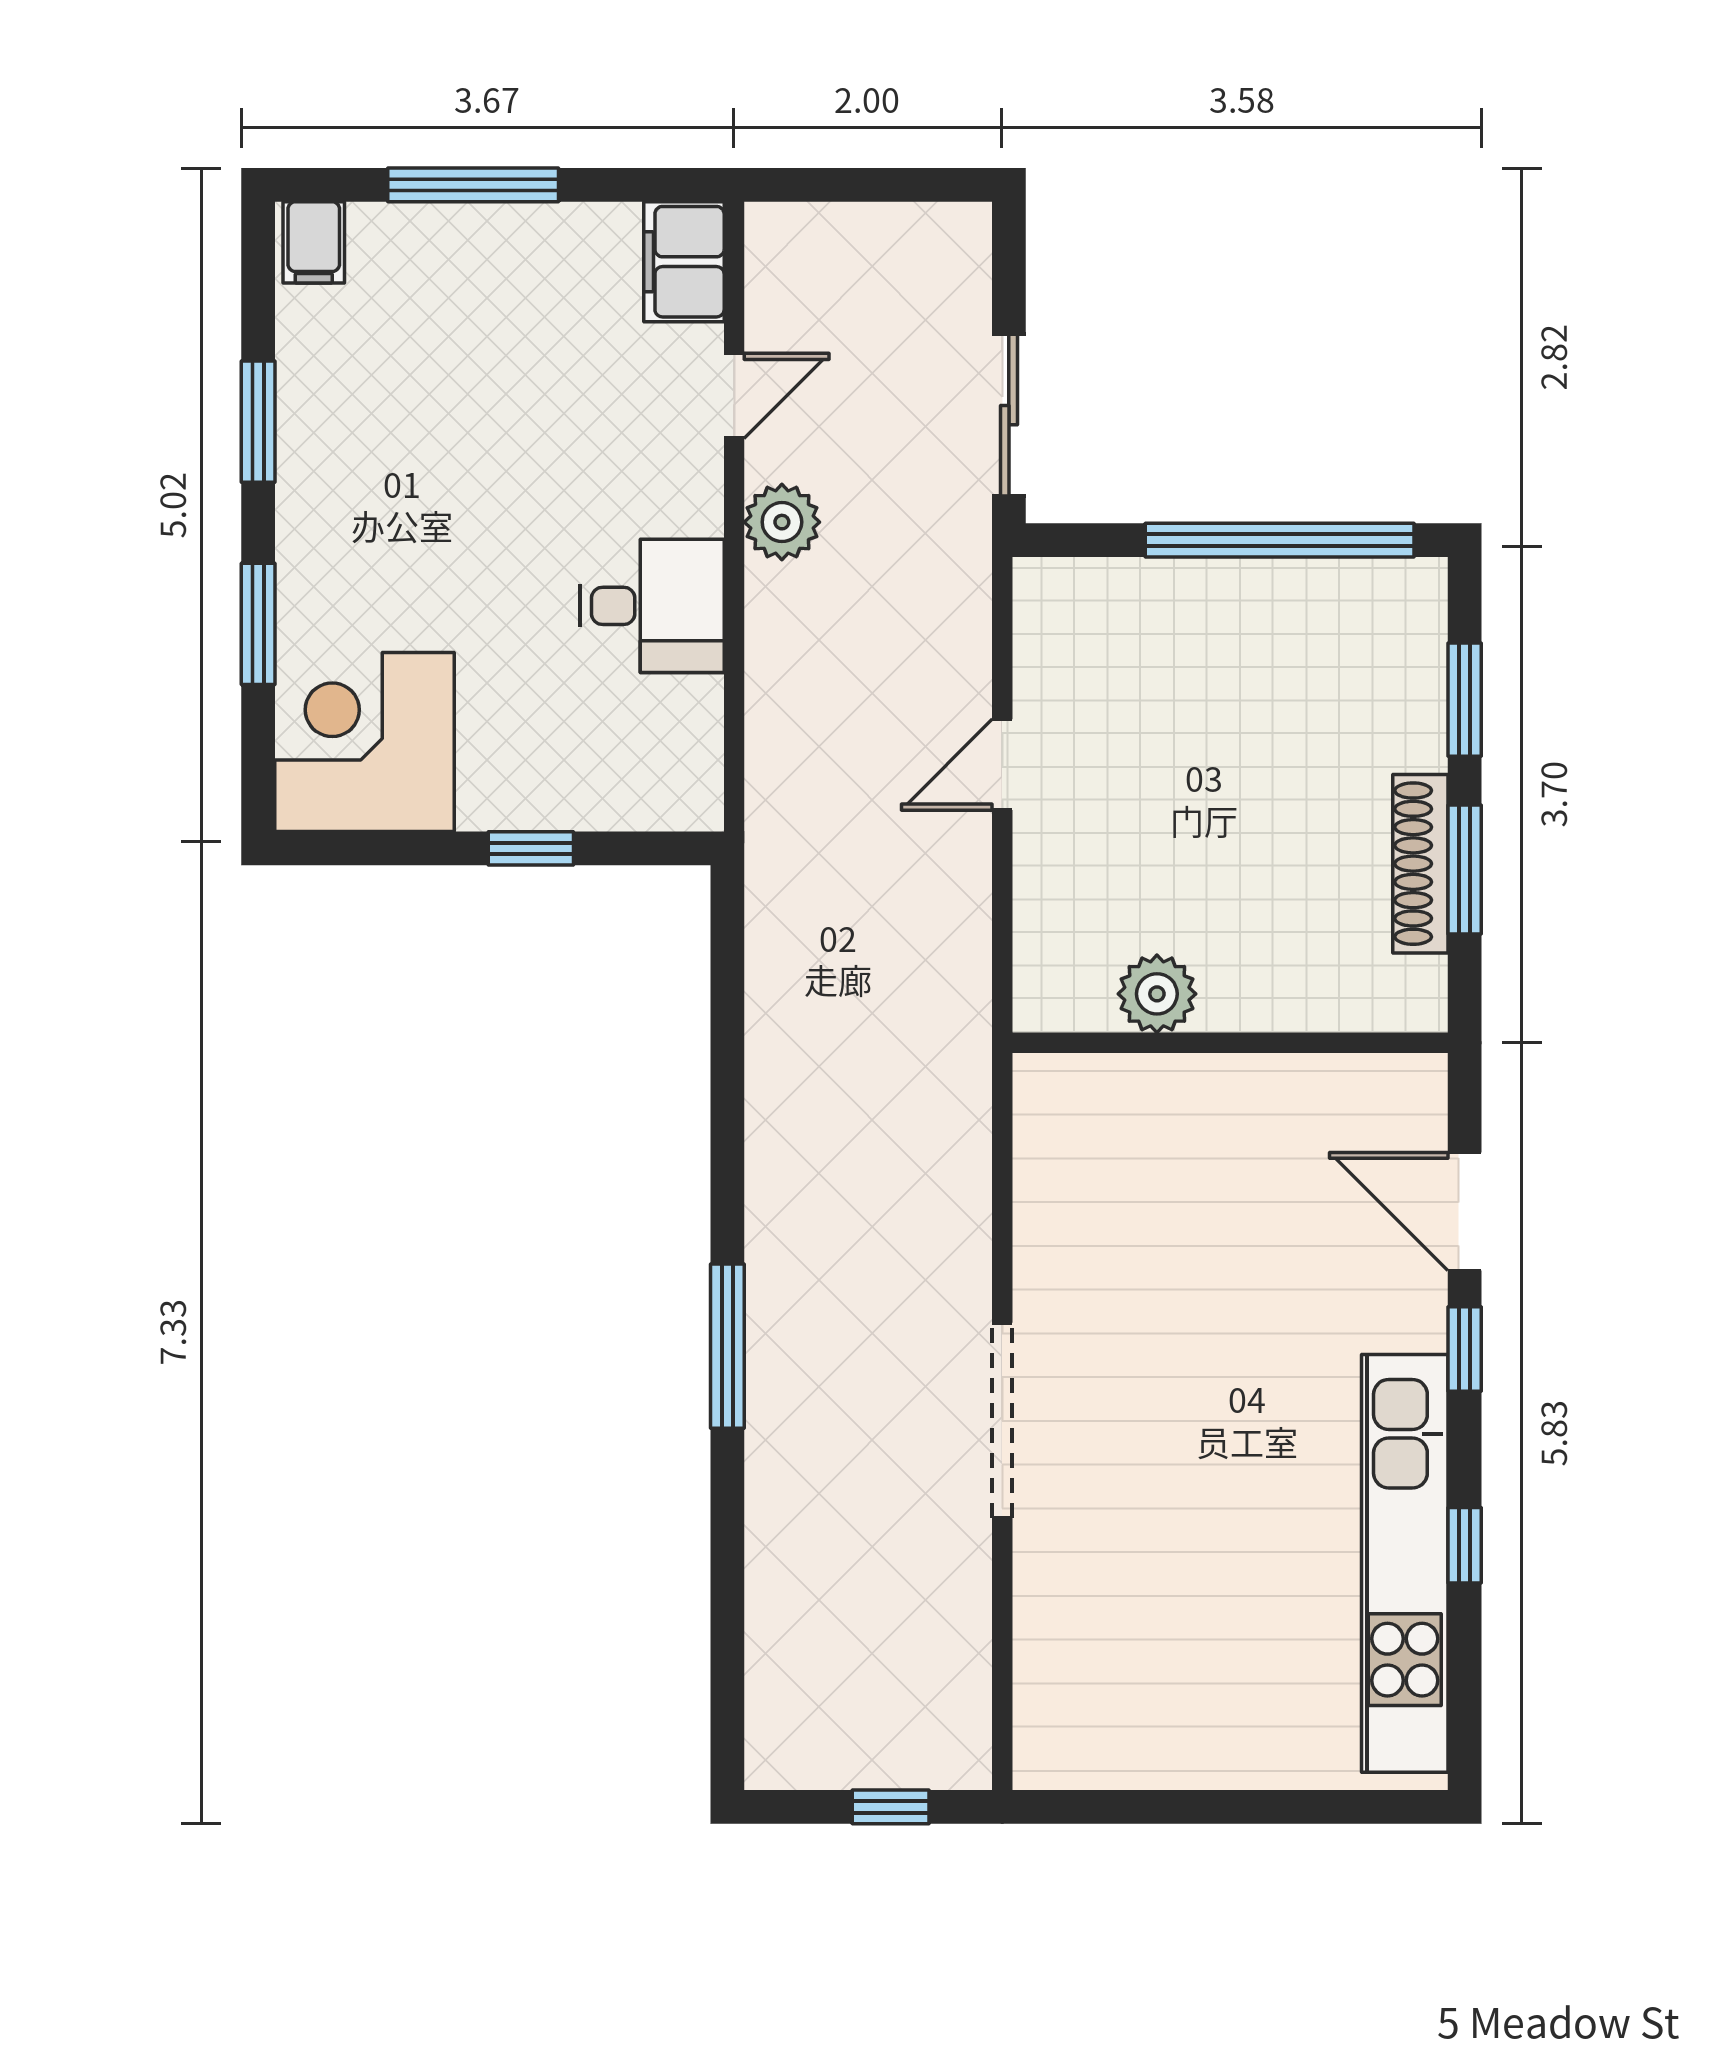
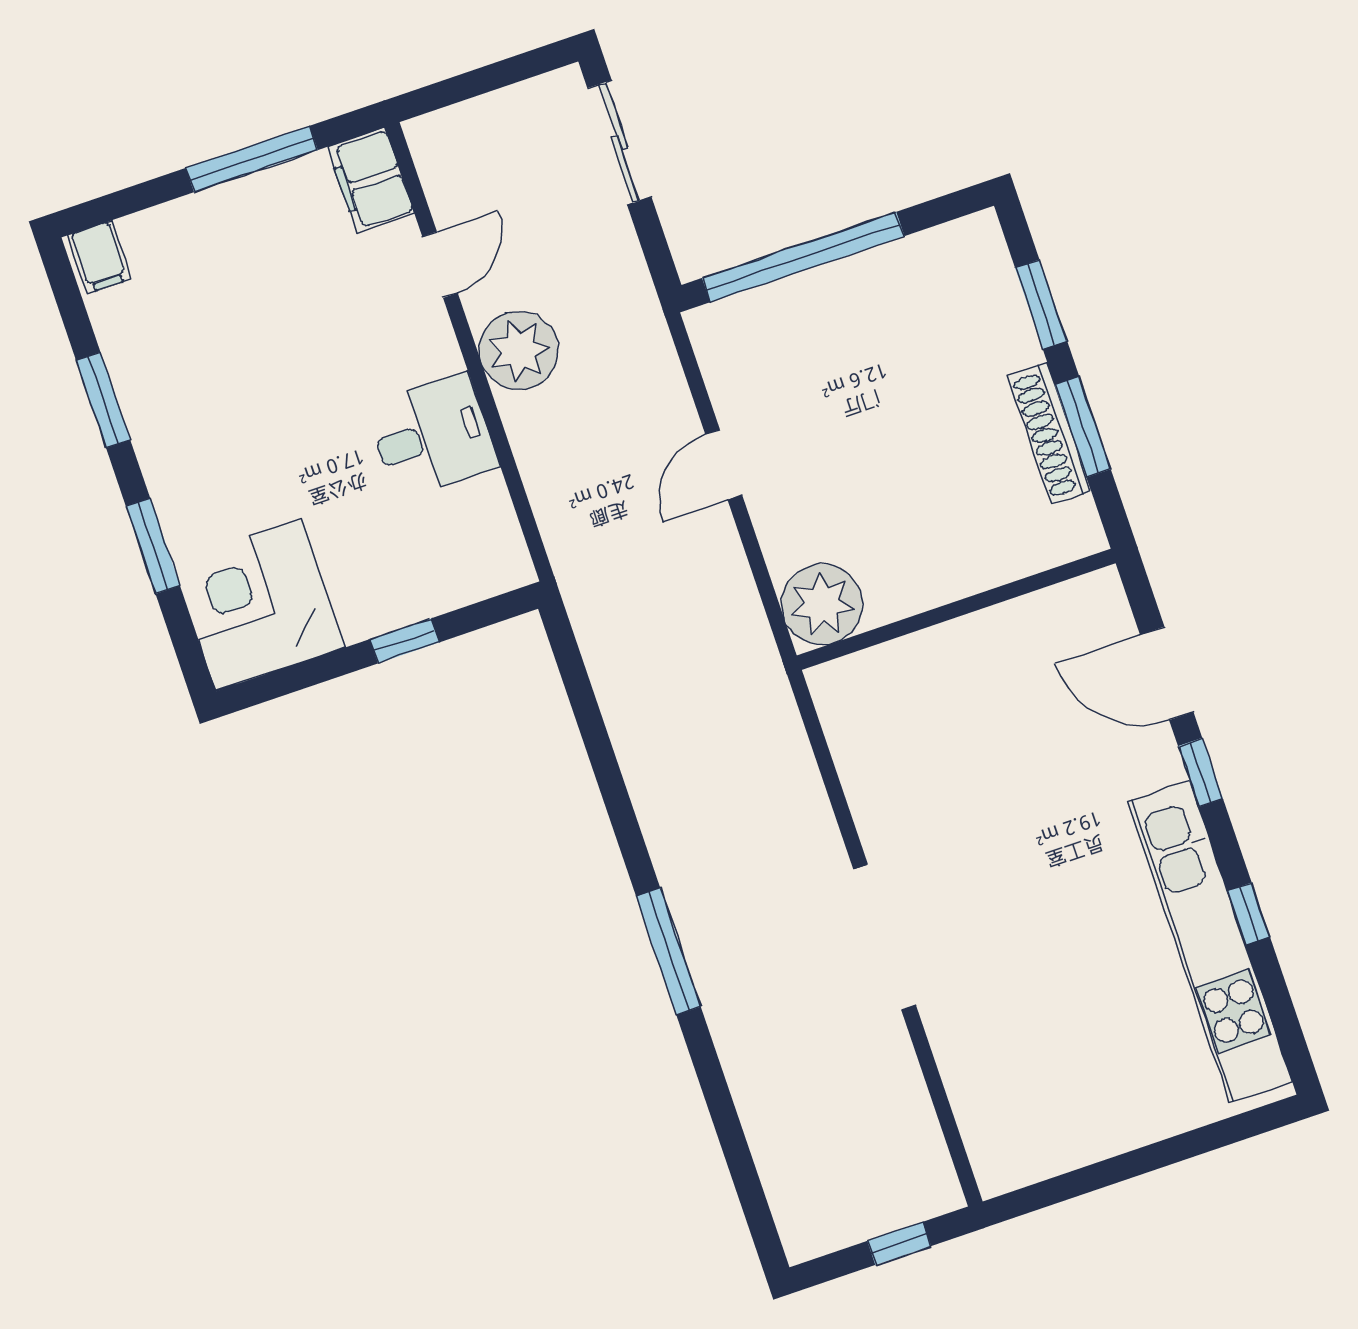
window: (473, 185) -> (252, 159), moved
sliding door: (1009, 415) -> (619, 143), moved
plant: (782, 522) -> (519, 350), width x1.36, depth x1.36
window: (1280, 540) -> (803, 257), moved
plant: (1157, 994) -> (822, 604), moved, width x1.36, depth x1.36

